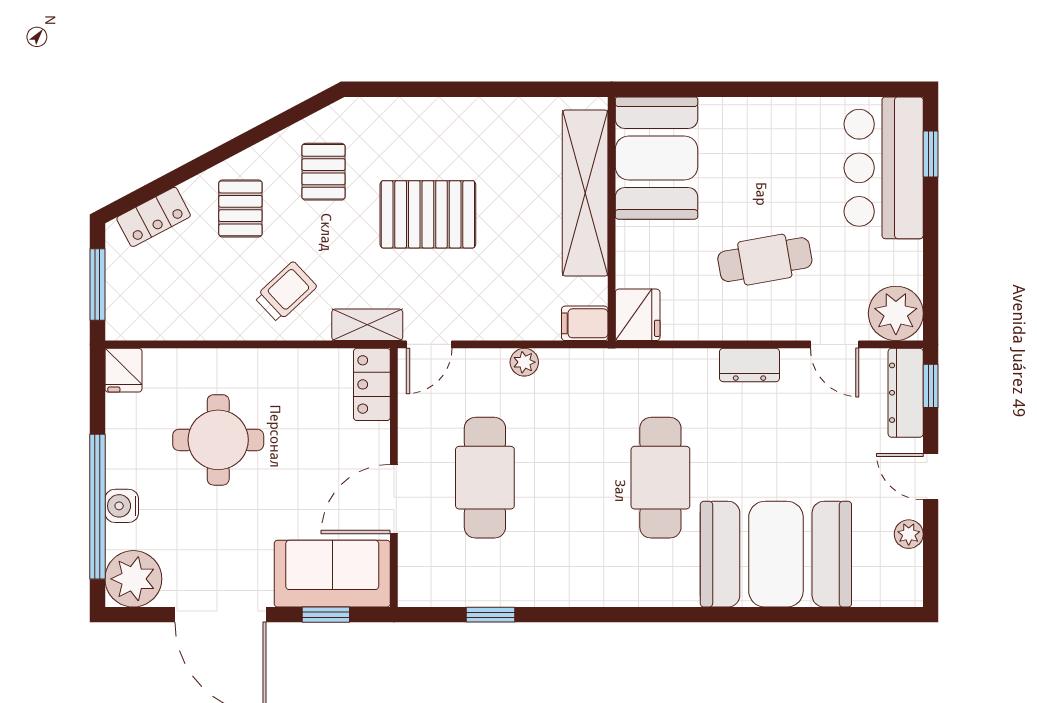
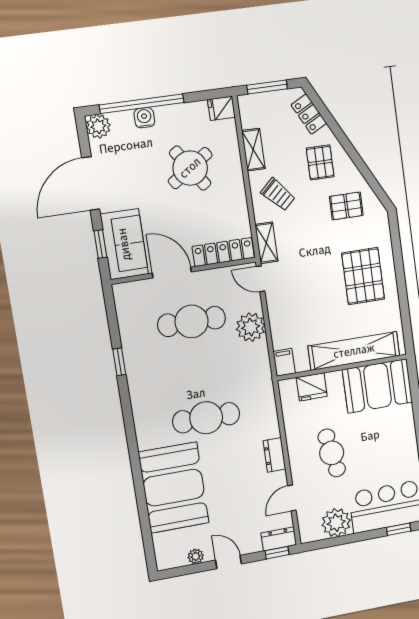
pallet: (240, 208) -> (320, 162), turned 90
pallet: (428, 214) -> (363, 276), moved
plant: (896, 313) -> (336, 523), moved
fridge: (638, 315) -> (312, 387), moved
shelving: (202, 325) -> (253, 150), added
plant: (524, 362) -> (251, 327), width x1.88, depth x1.88
locker: (372, 384) -> (223, 252), width x1.53
dresser: (906, 393) -> (279, 539), width x0.70
round table: (218, 440) -> (190, 168), turned -34
door: (931, 477) -> (229, 562), hinge flipped
plant: (133, 579) -> (98, 126), width x0.73, depth x0.73
window: (490, 615) -> (119, 362), moved

